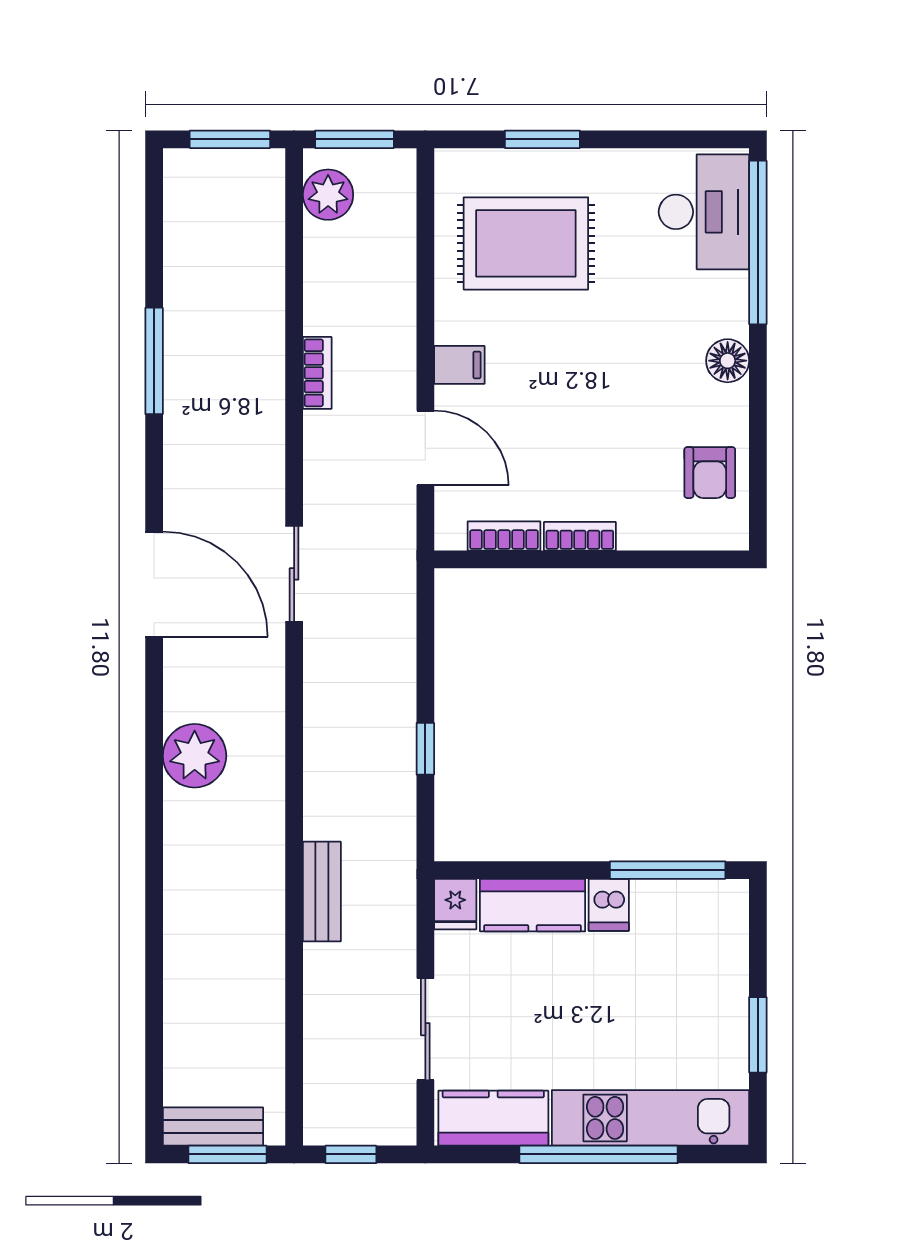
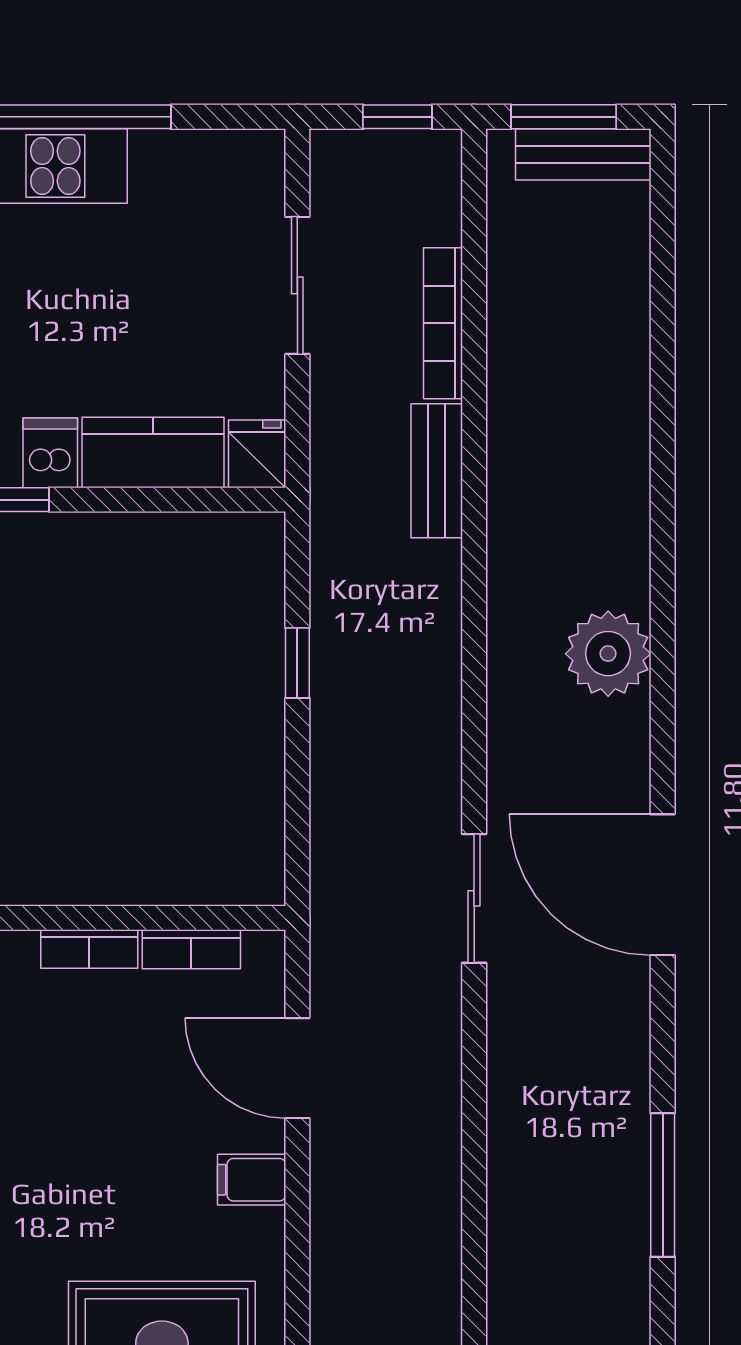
bookcase: (317, 373) -> (443, 323), moved, width x1.56
kitchen counter: (493, 1118) -> (206, 166), removed

